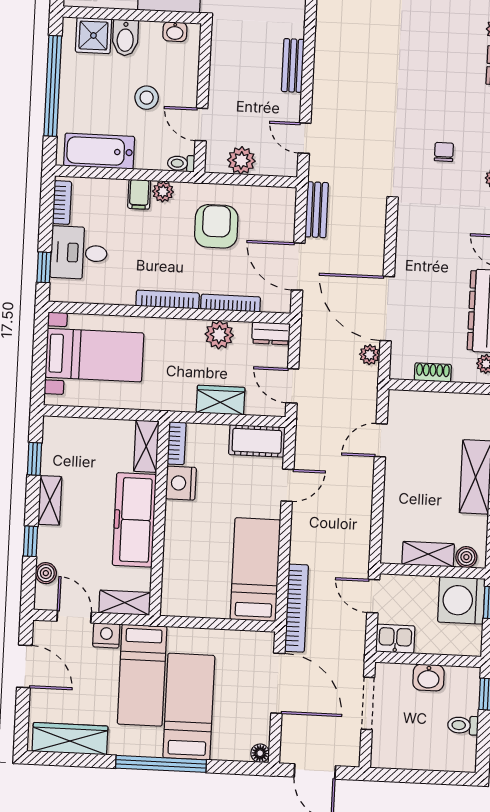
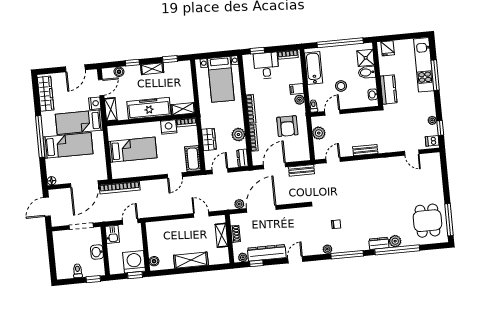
armchair: (216, 226) -> (287, 126), turned 90
door: (287, 485) -> (175, 175), hinge flipped
shelving: (428, 554) -> (222, 235), moved
bed: (255, 570) -> (133, 150), moved

